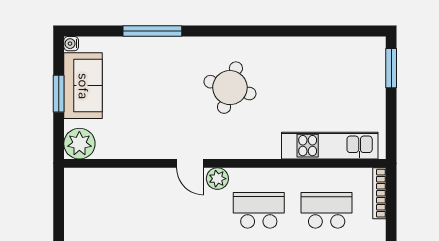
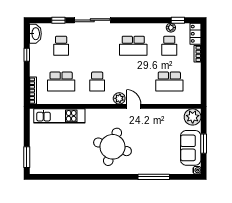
round table: (230, 88) -> (112, 147), width x1.36, depth x1.36
school desk: (123, 210) -> (169, 82), added
school desk: (259, 210) -> (97, 82), width x0.54

